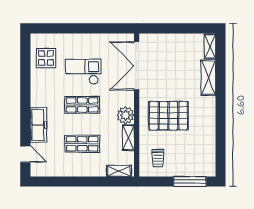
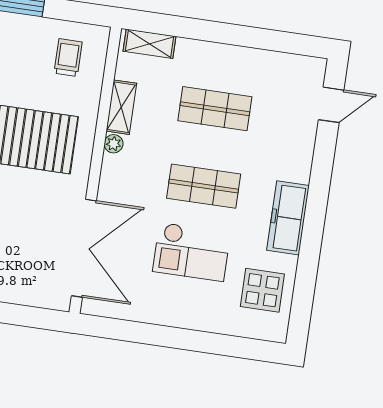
plant: (125, 115) -> (114, 144), width x0.53, depth x0.53
freezer: (38, 125) -> (288, 218), moved
door: (25, 154) -> (331, 105), swing flipped

